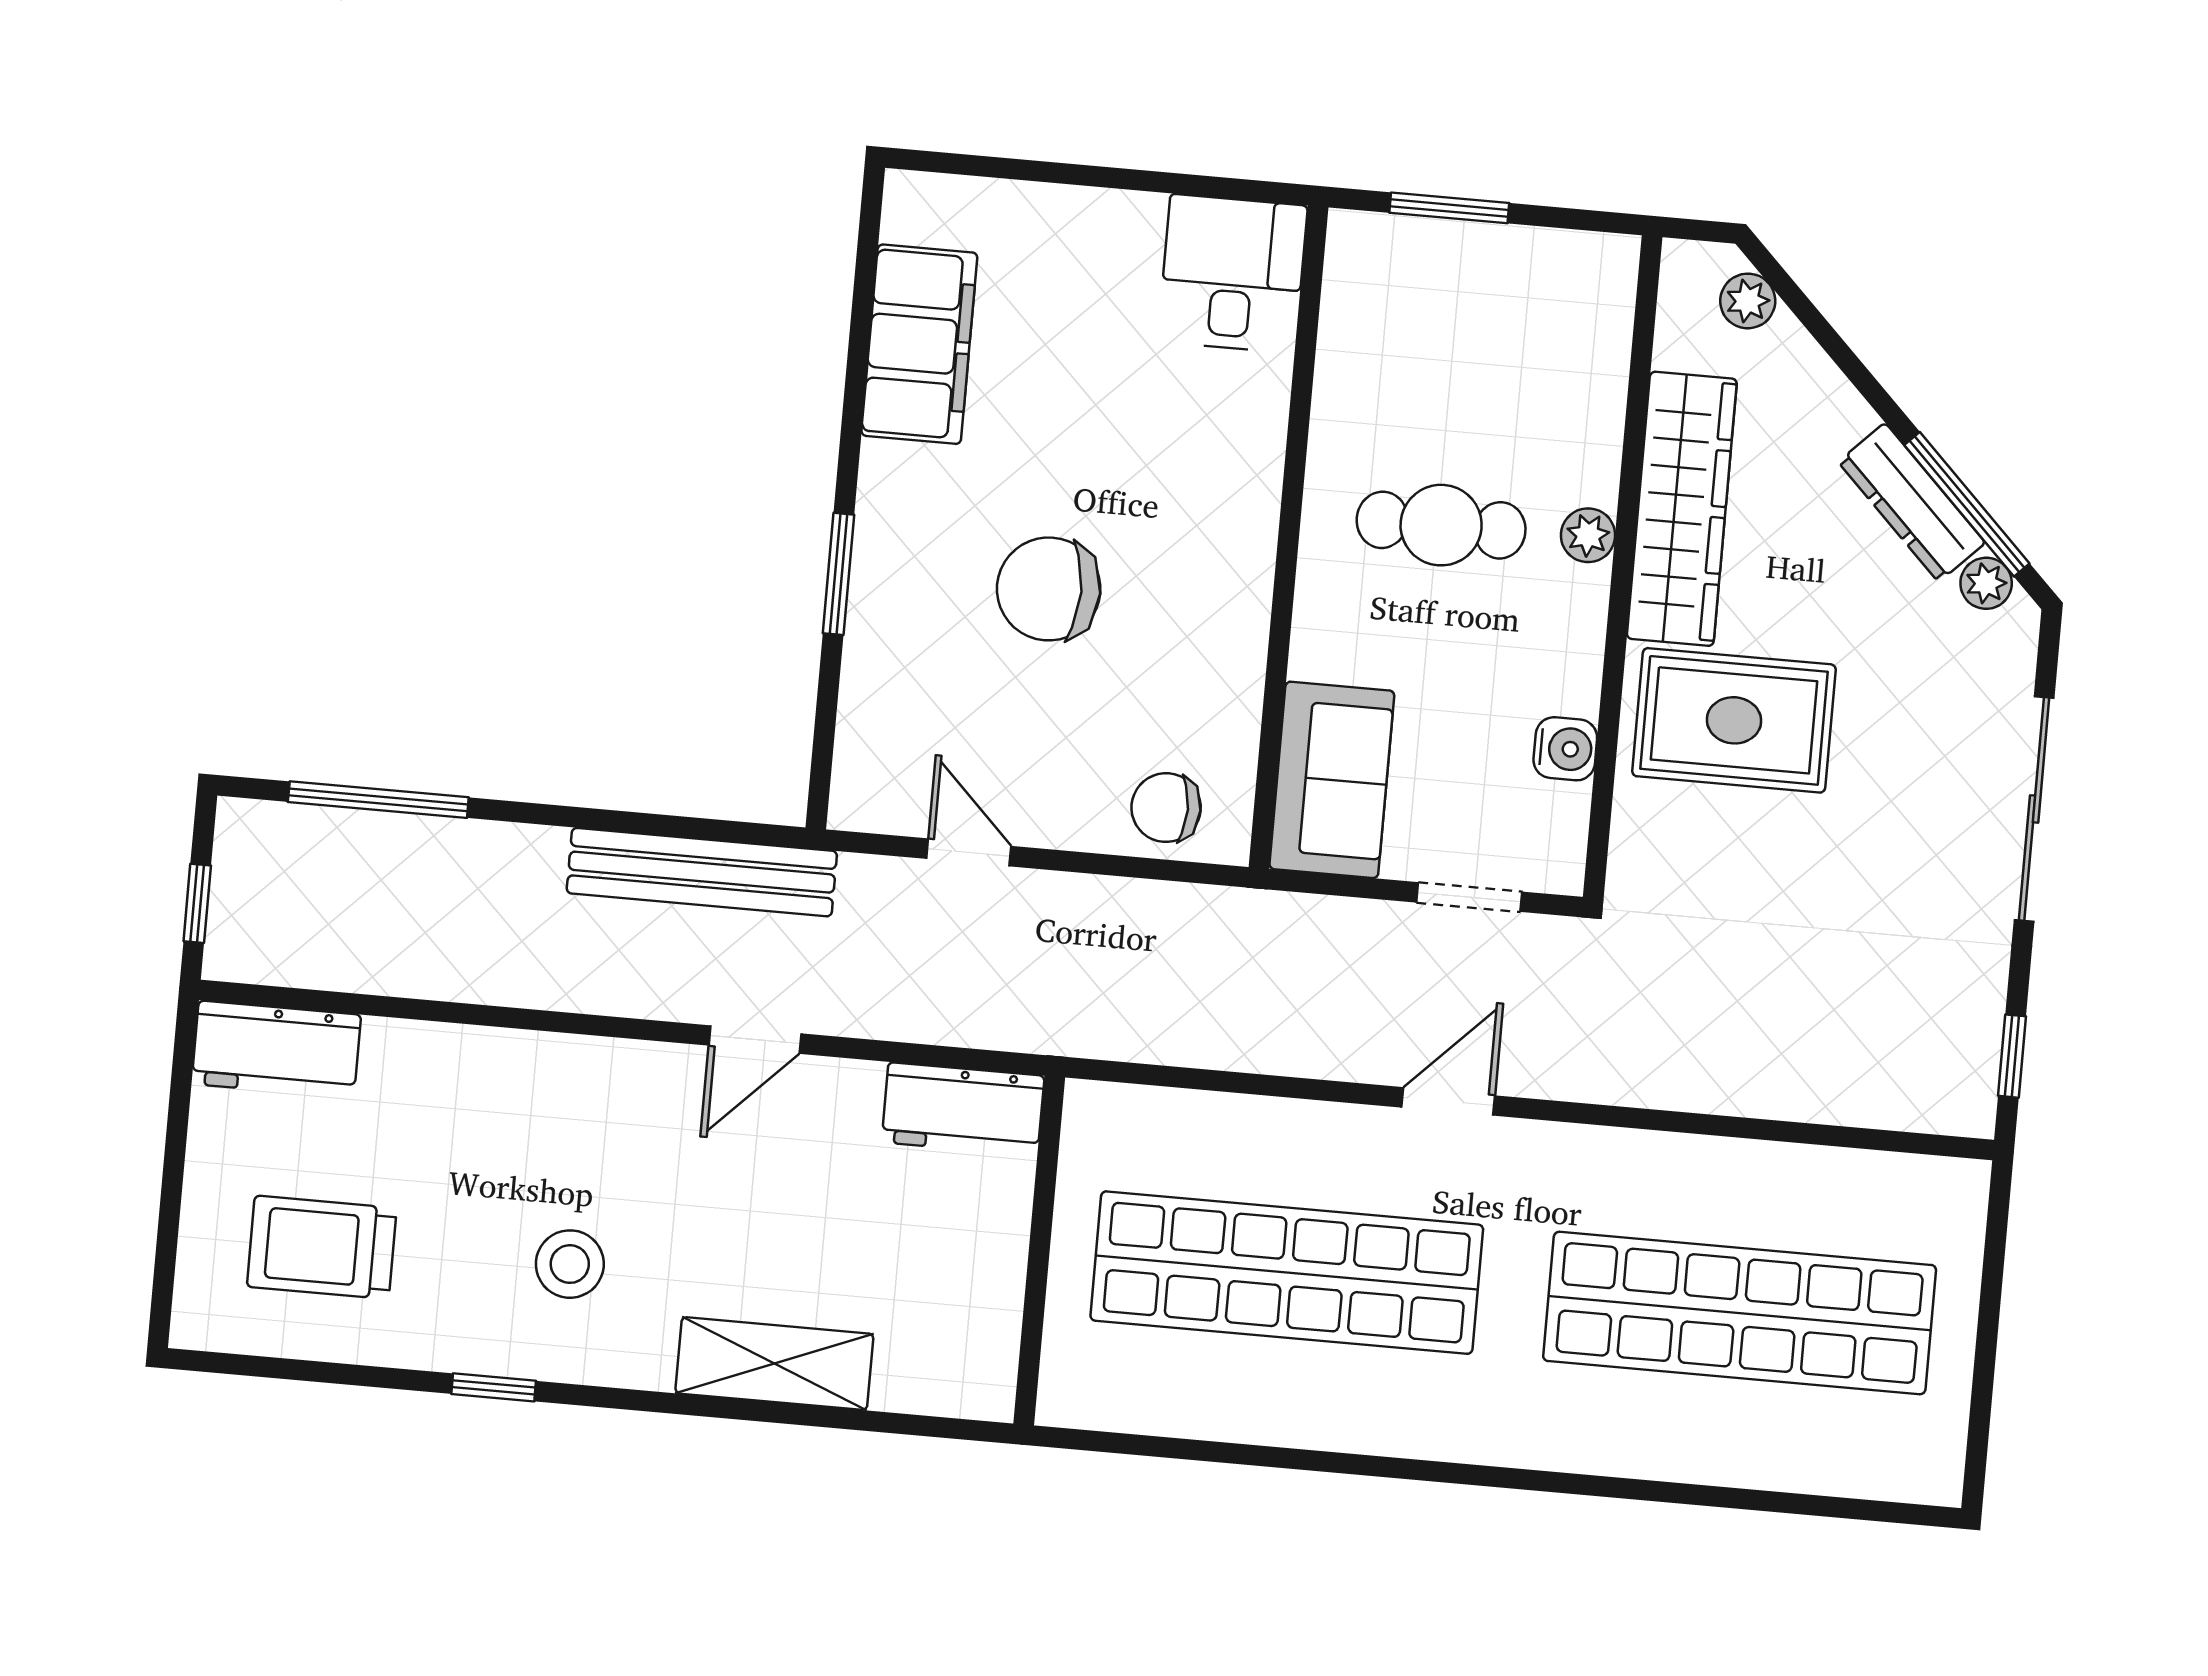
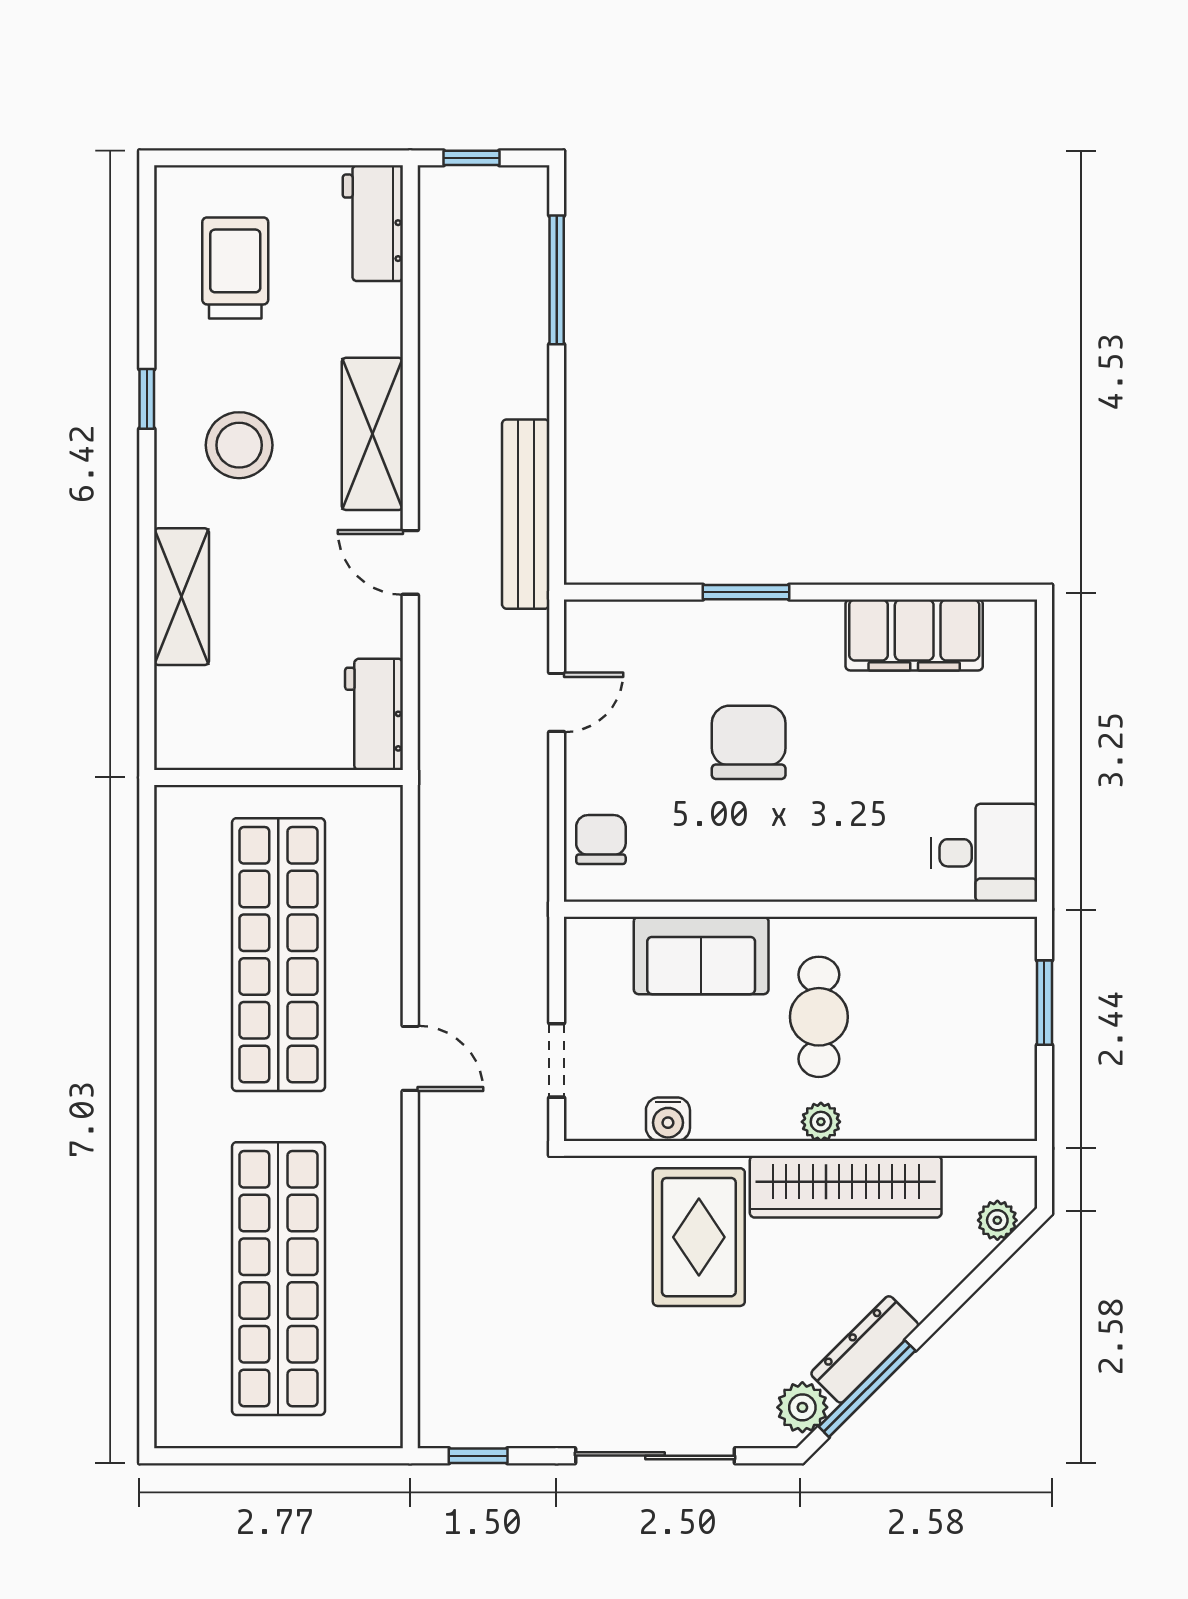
plant: (1986, 583) -> (802, 1407), width x1.38, depth x1.38
sofa: (1332, 780) -> (701, 955), moved
shelving: (571, 1076) -> (372, 434), added
stool: (570, 1264) -> (239, 445), width x1.38, depth x1.38

